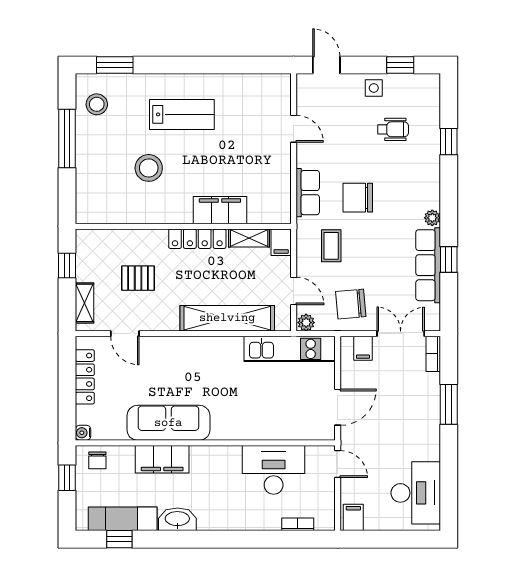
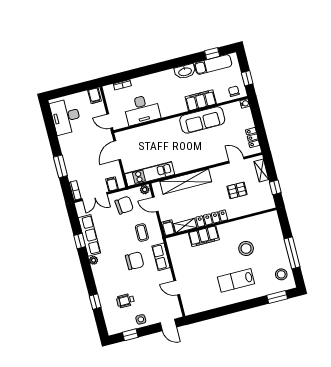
locker: (85, 377) -> (253, 138), width x0.66

